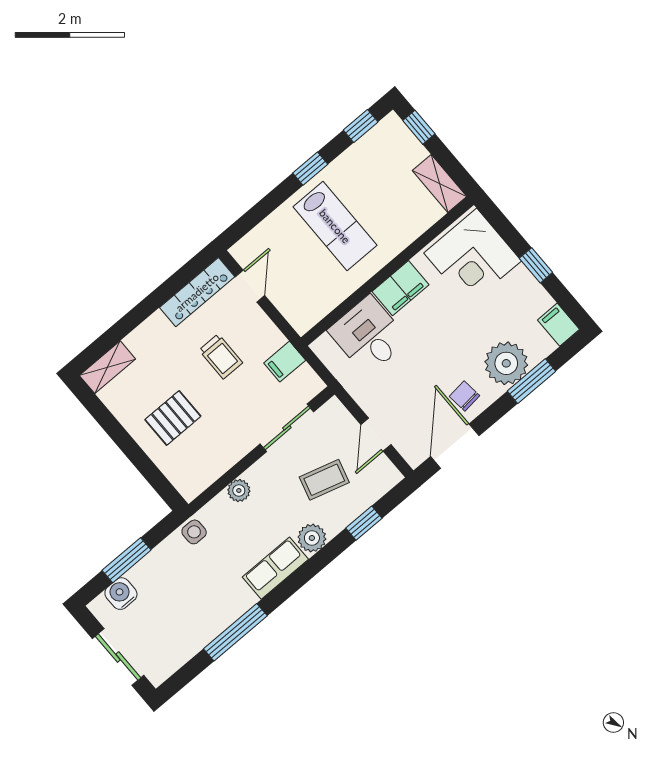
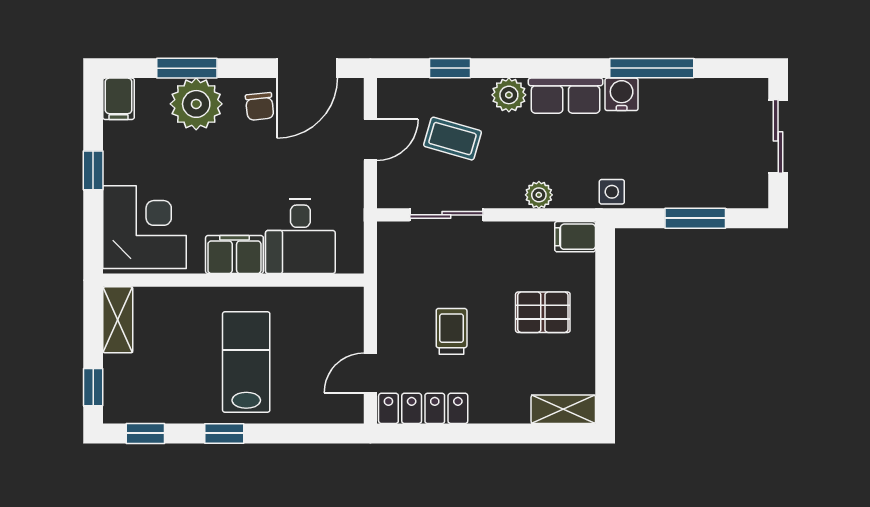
filing cabinet: (285, 362) -> (575, 237), moved, turned 180
water cooler: (121, 594) -> (622, 94), moved, turned 180

